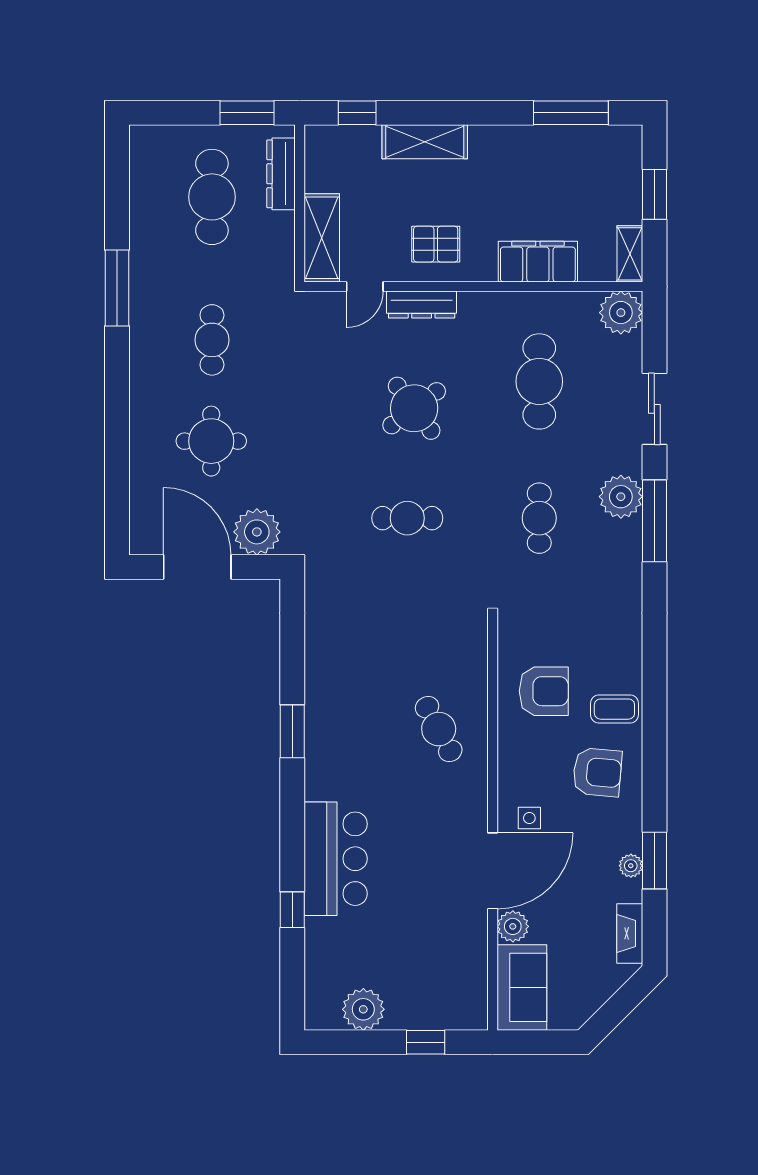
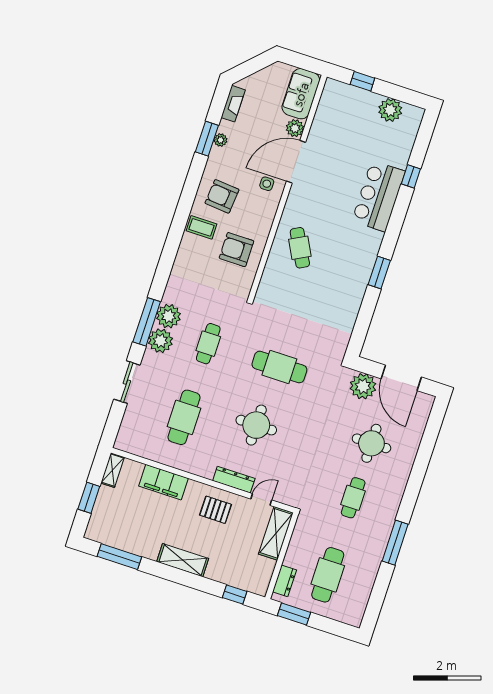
shelving: (425, 142) -> (183, 560), moved
dresser: (281, 174) -> (284, 581), width x0.70
plant: (621, 313) -> (169, 316), moved
round table: (414, 408) -> (256, 425), turned 37
cafe table: (407, 518) -> (279, 367), width x1.37, depth x1.35

